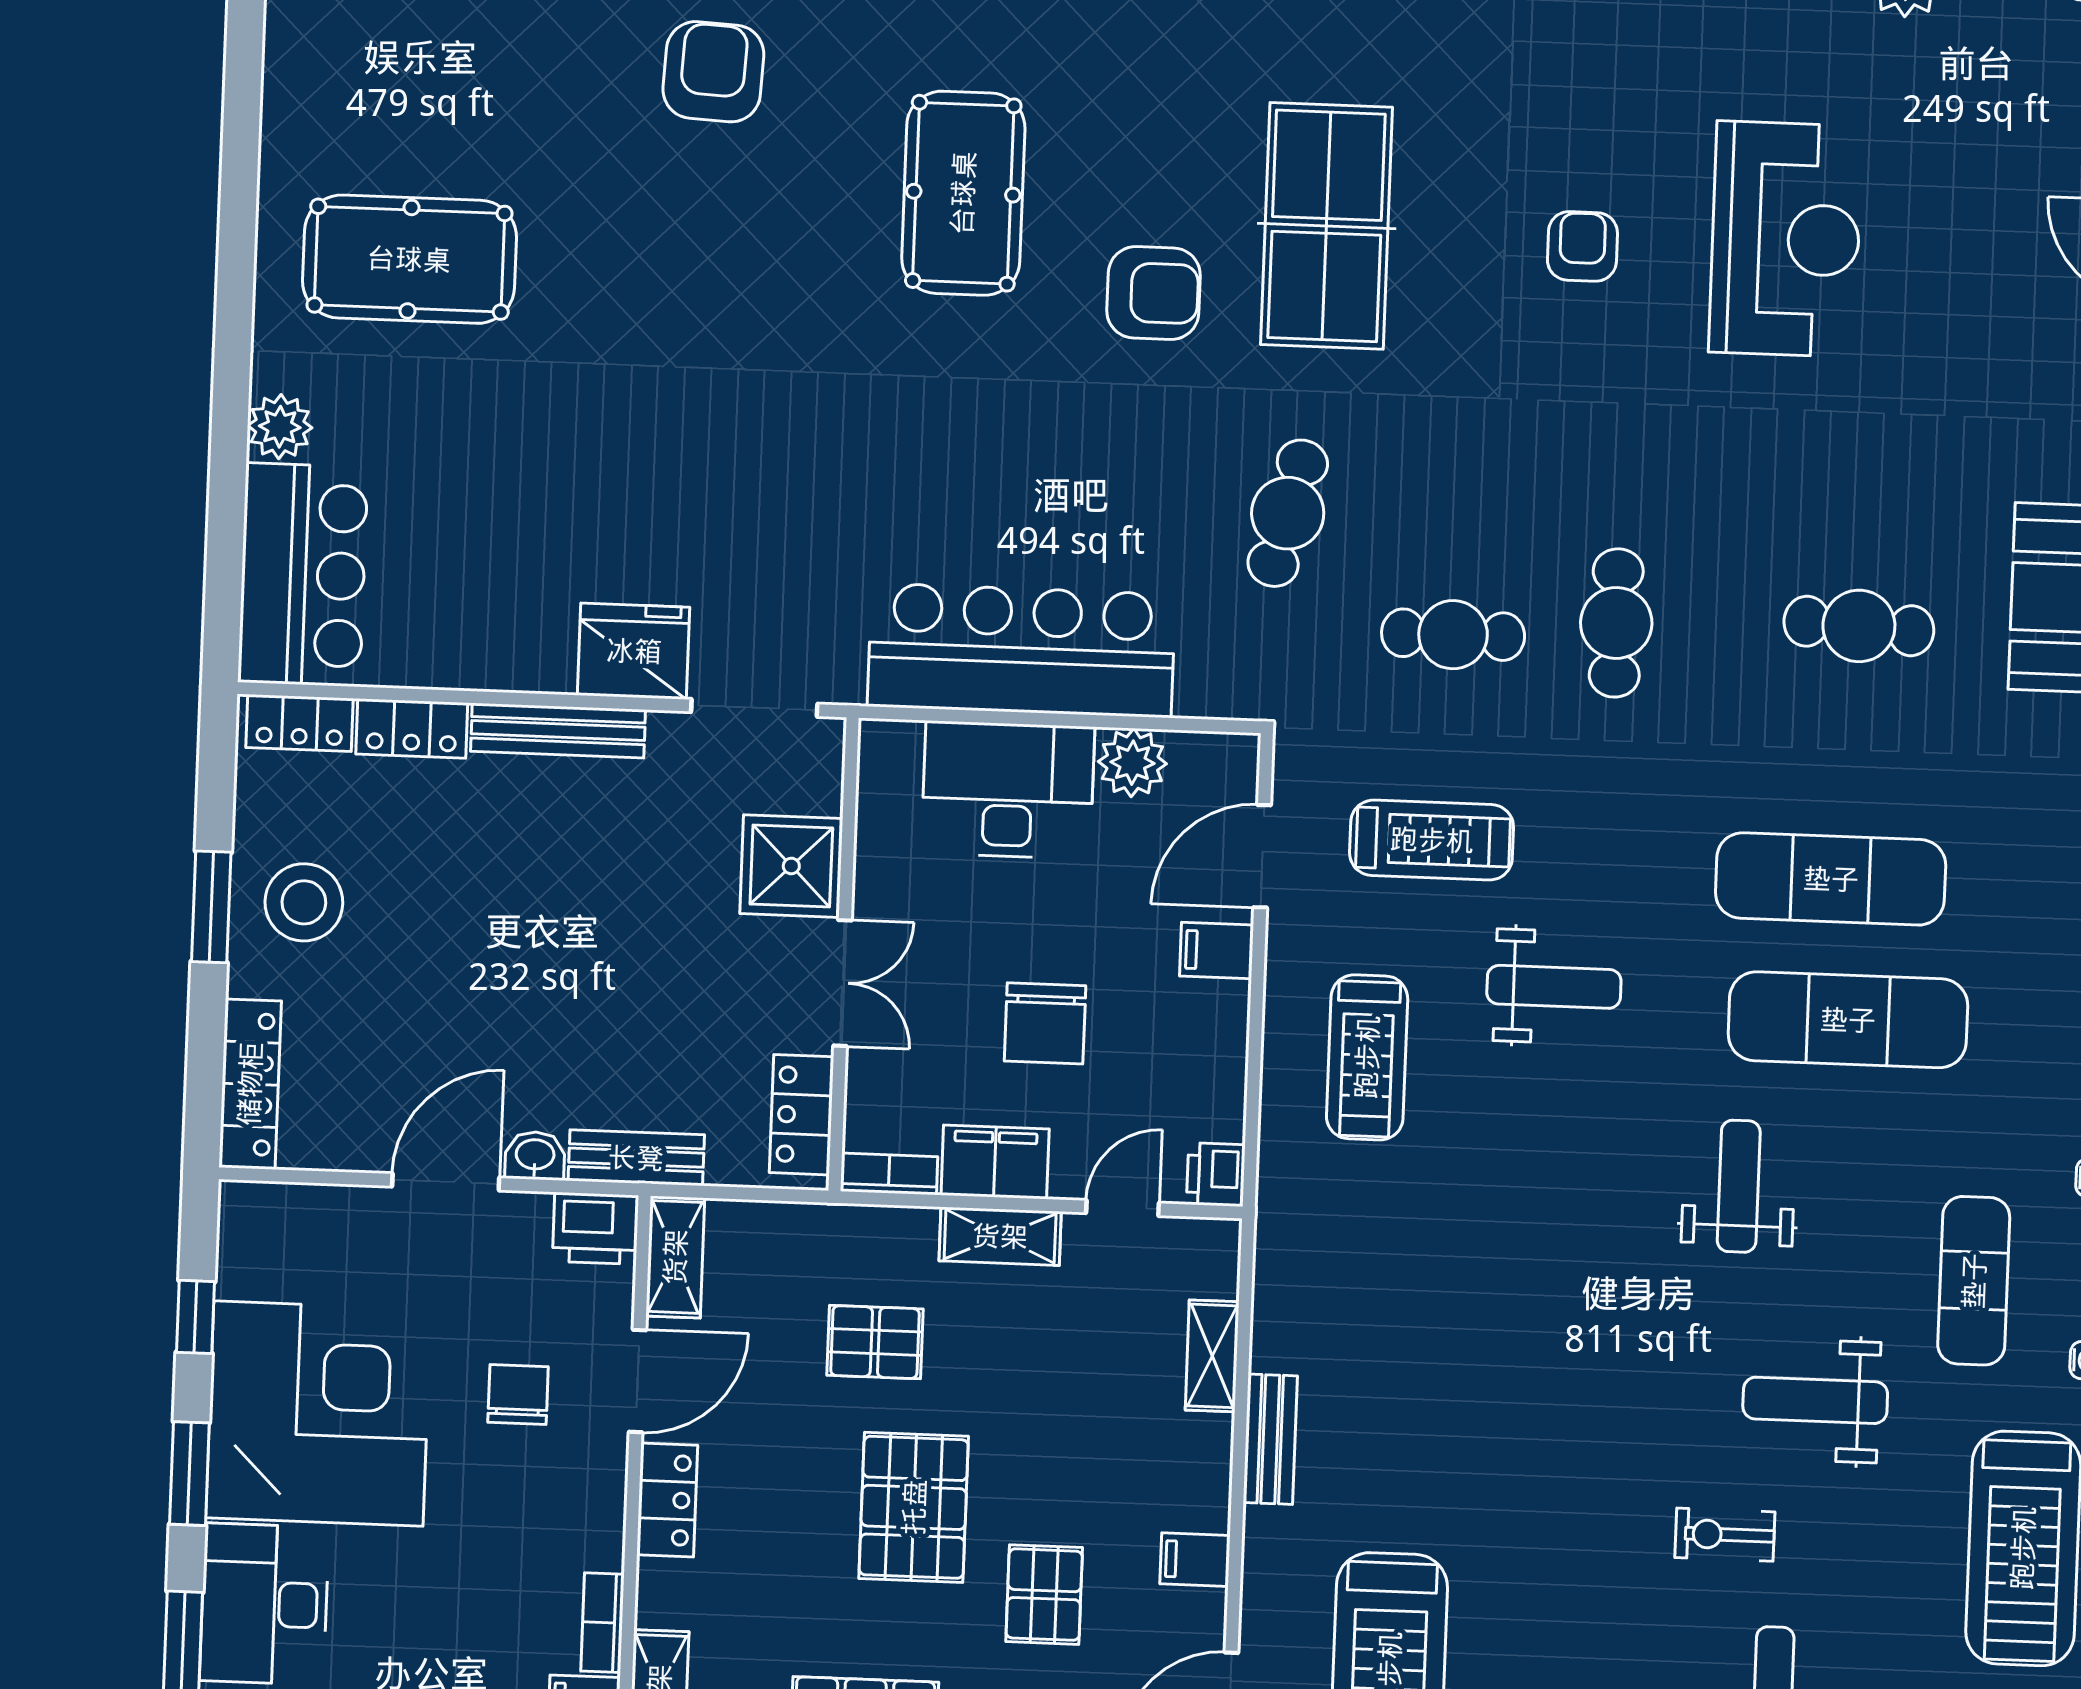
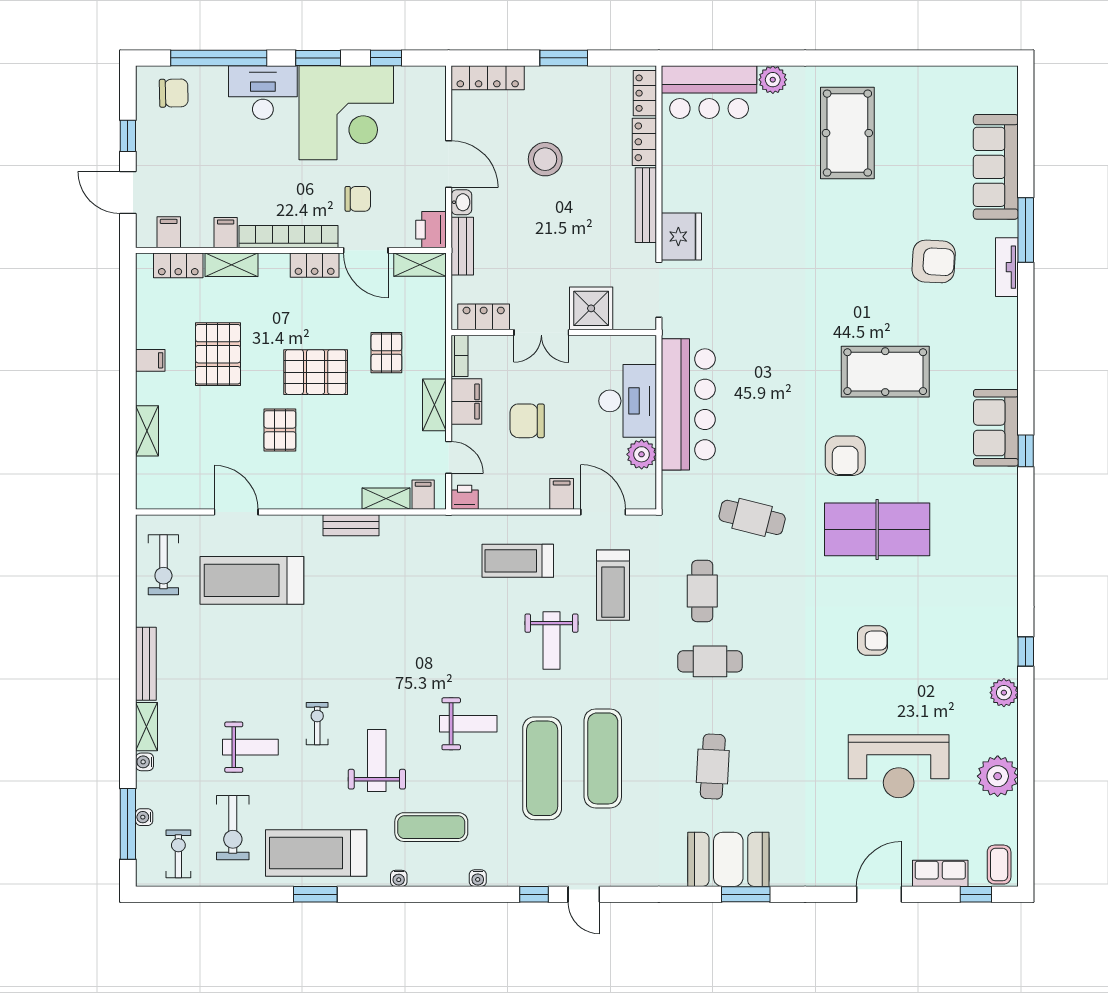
reception desk: (1786, 239) -> (899, 766), moved
stool: (304, 902) -> (545, 159), moved
filing cabinet: (1195, 1560) -> (423, 495), moved
pallet: (1044, 1595) -> (280, 430), turned 90
bookcase: (603, 1623) -> (288, 237), width x2.31, depth x1.31

